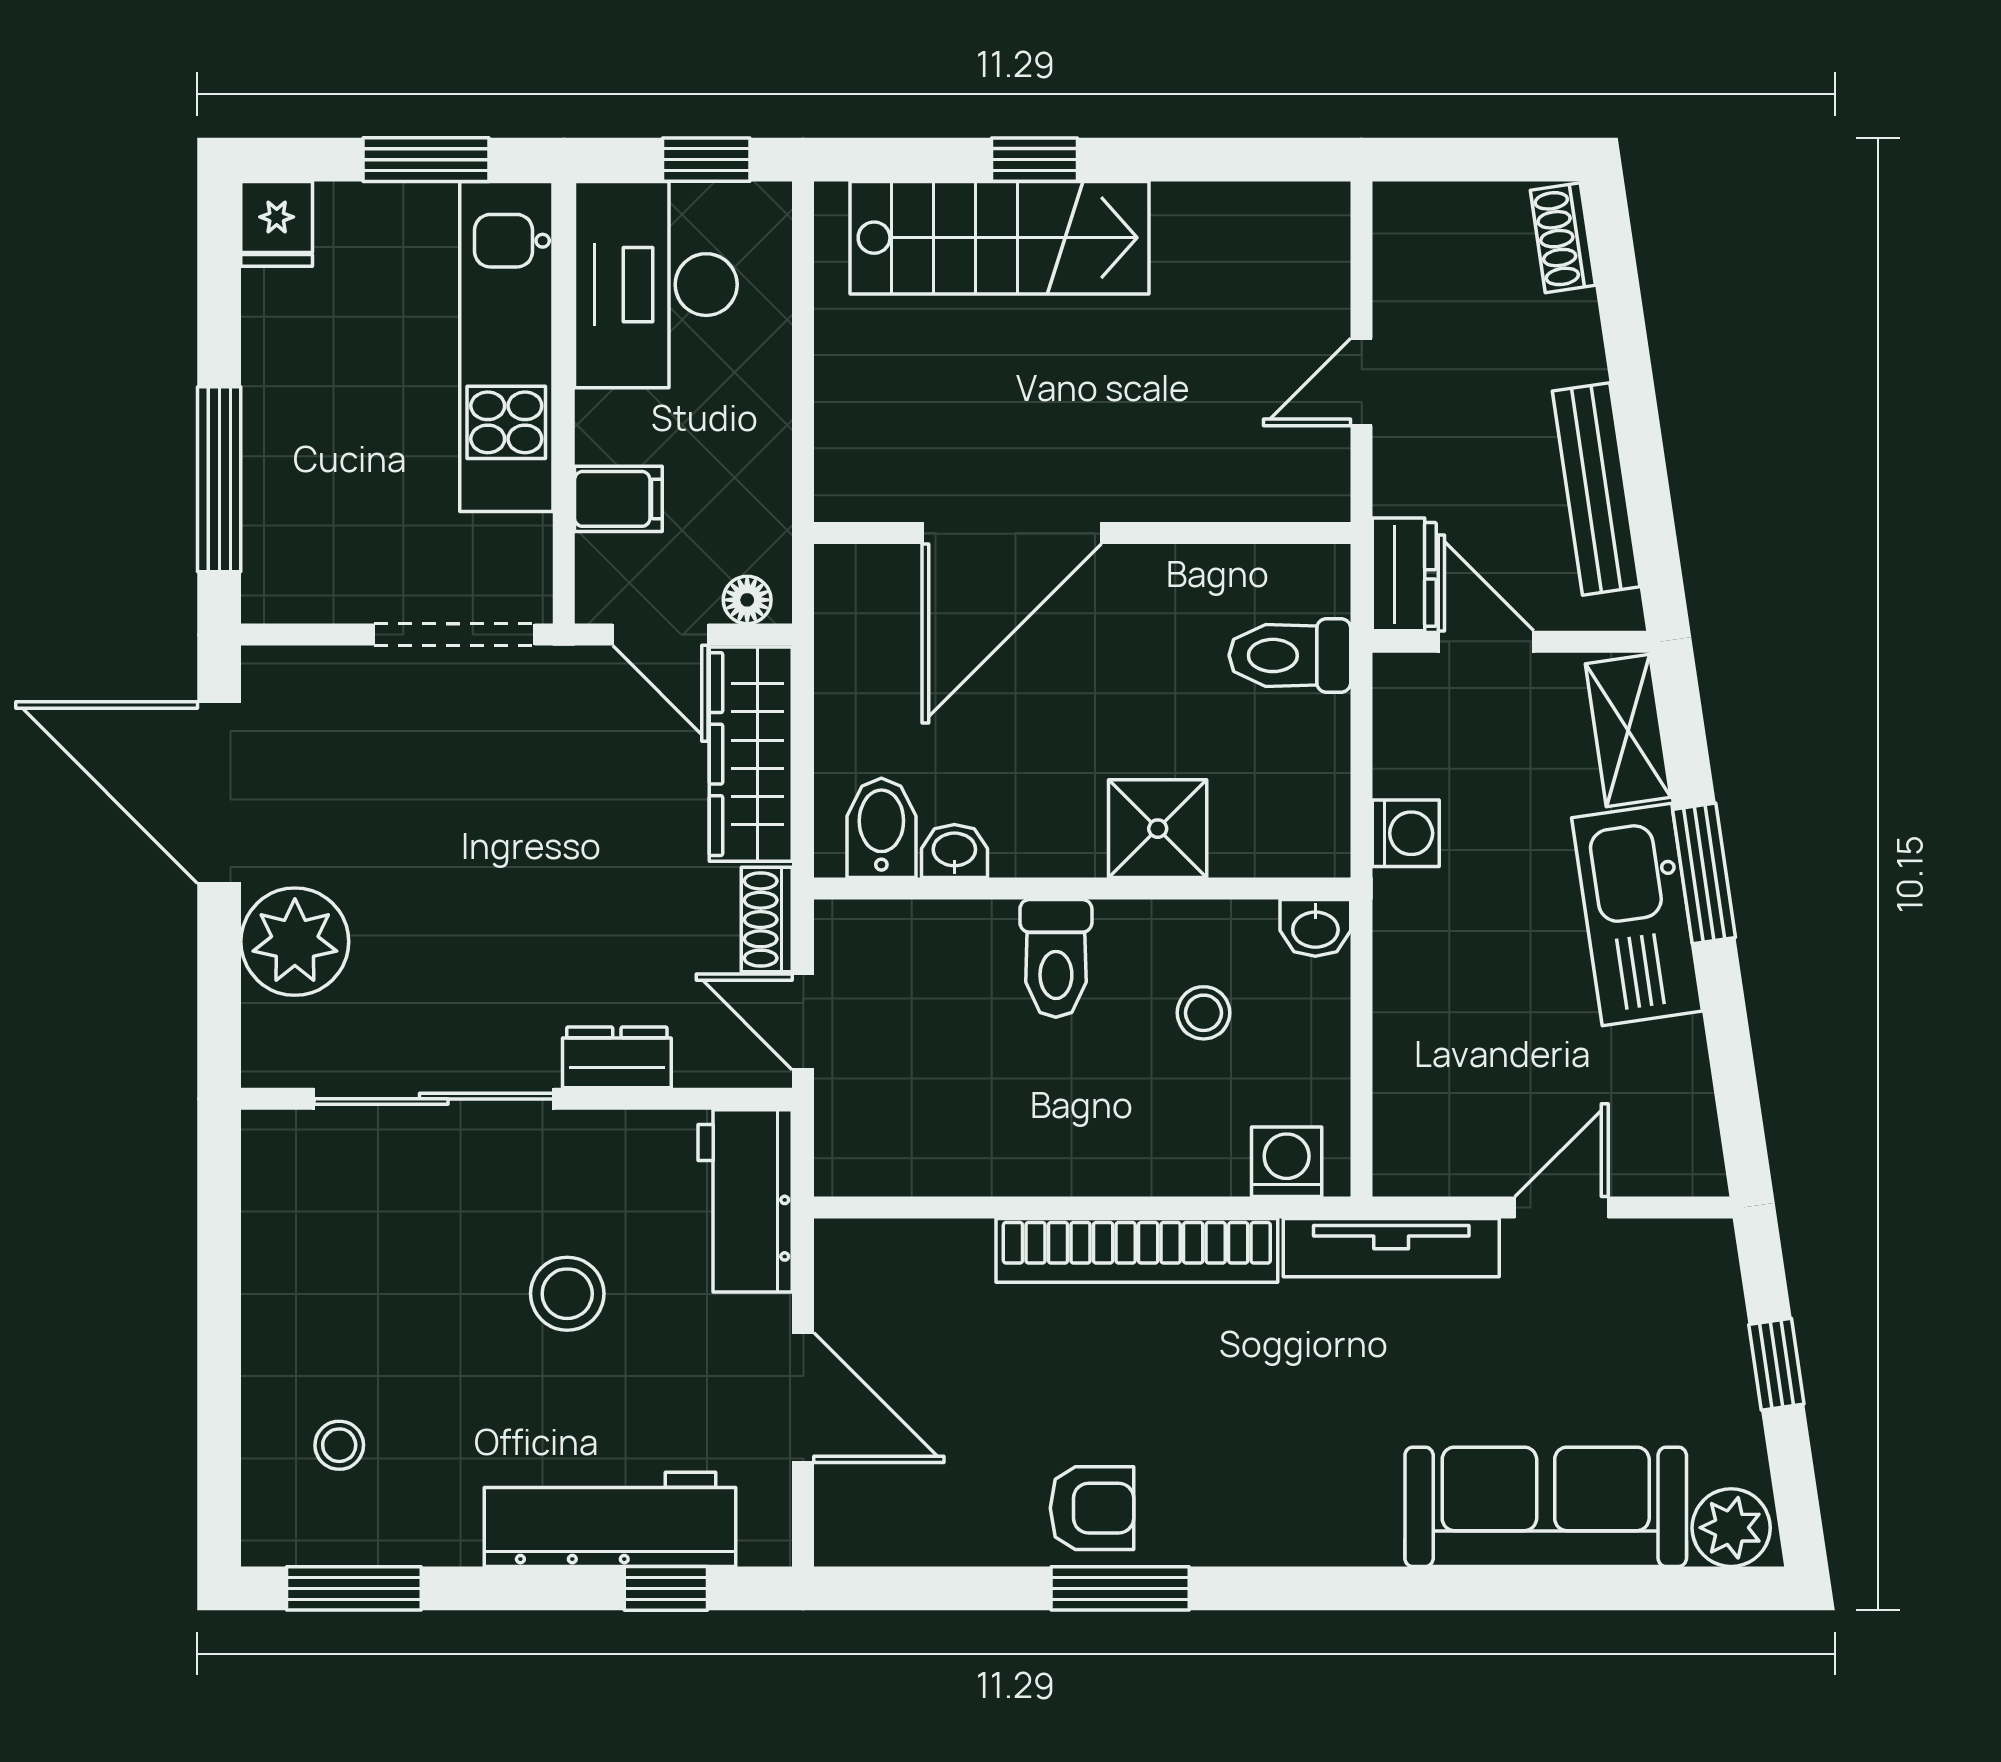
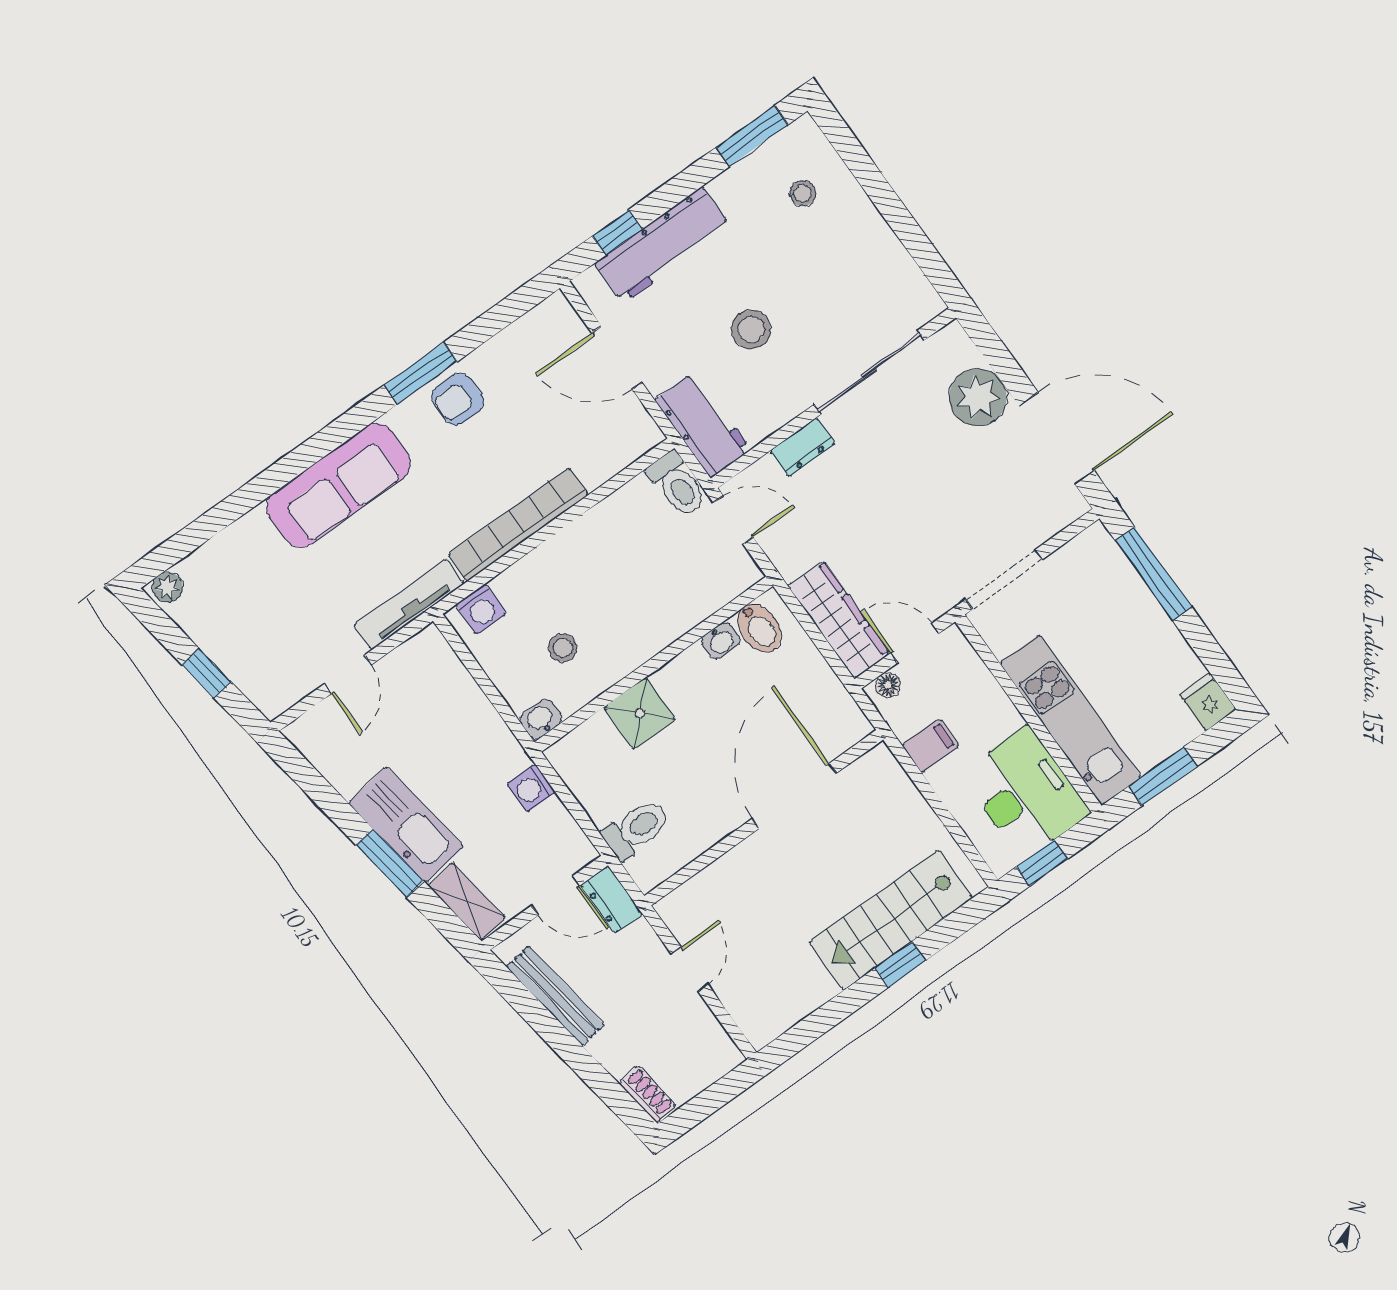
filing cabinet: (618, 499) -> (930, 746), moved, turned 180
shoe rack: (767, 920) -> (781, 553), removed
toilet: (1056, 958) -> (677, 484), moved, turned 180
sofa: (1546, 1507) -> (339, 485), moved
plant: (1731, 1528) -> (168, 587), width x0.73, depth x0.73

